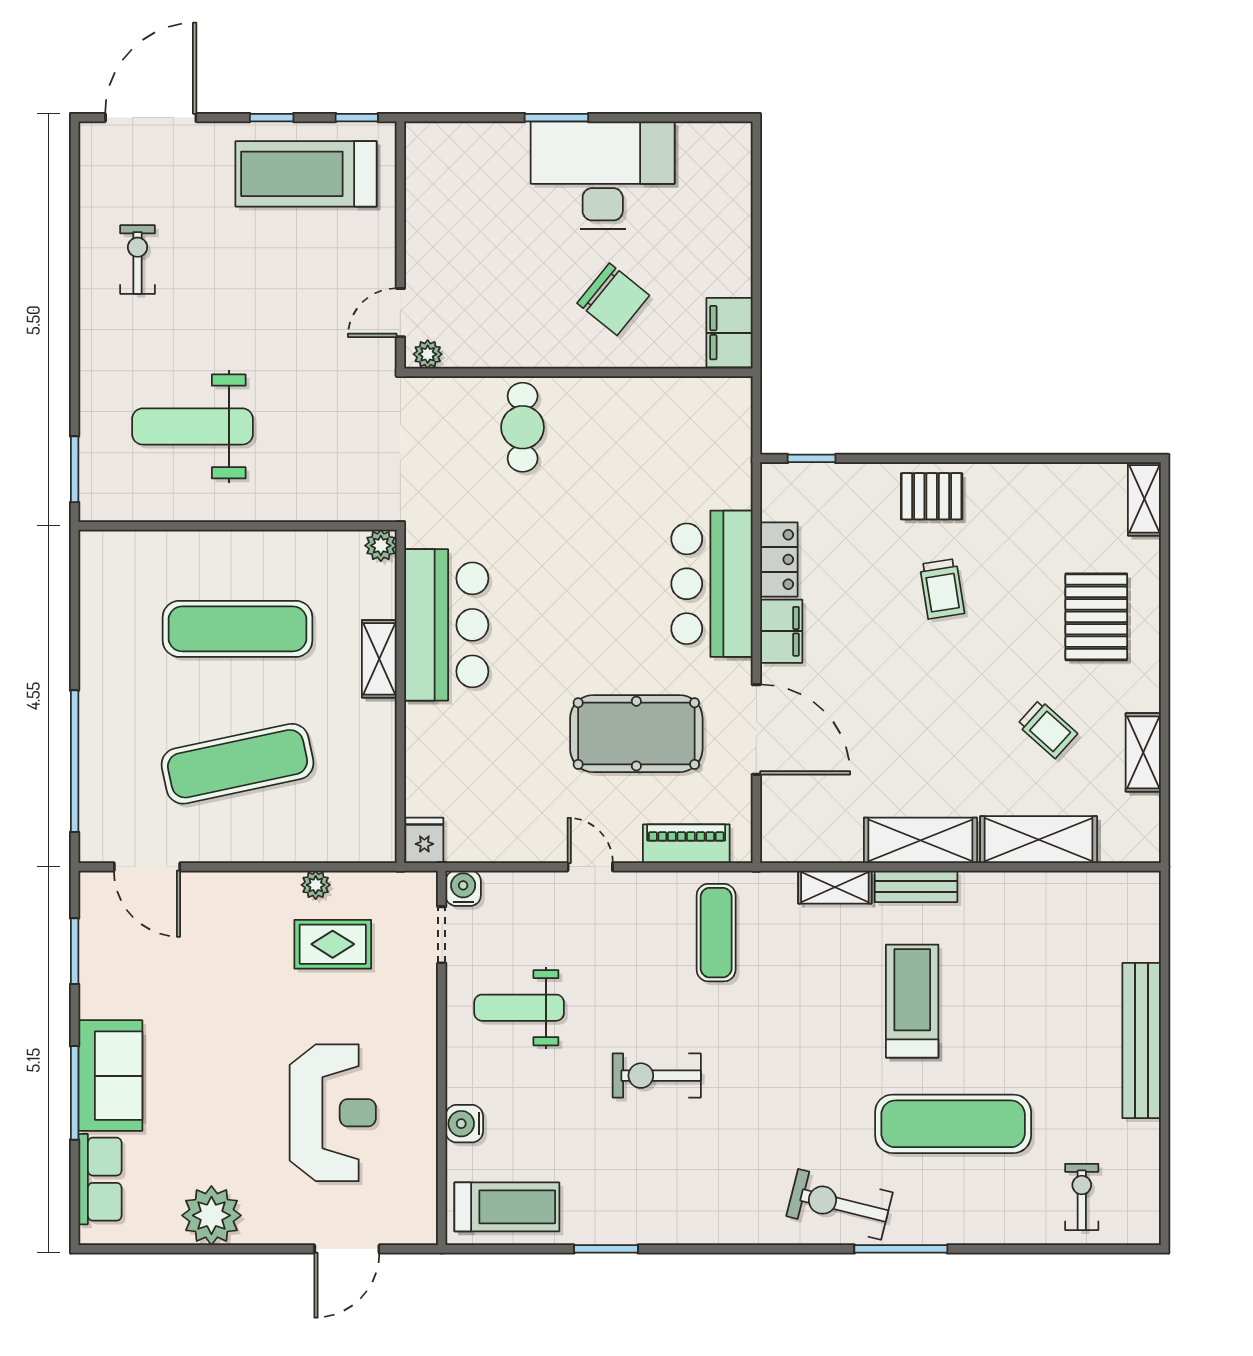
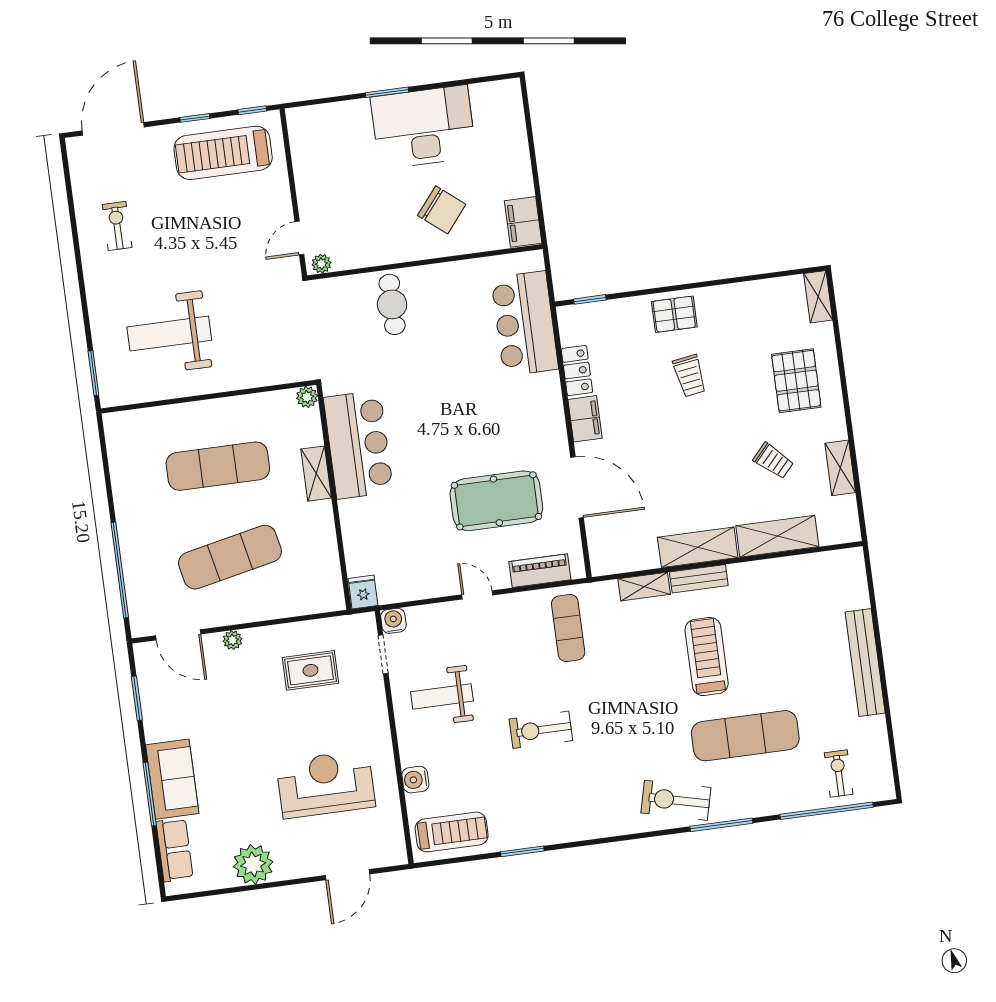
bar counter: (712, 584) -> (525, 323), moved
plant: (316, 885) -> (232, 640), moved
reception desk: (333, 1113) -> (326, 784), turned -90
window: (1057, 1249) -> (827, 811), added

